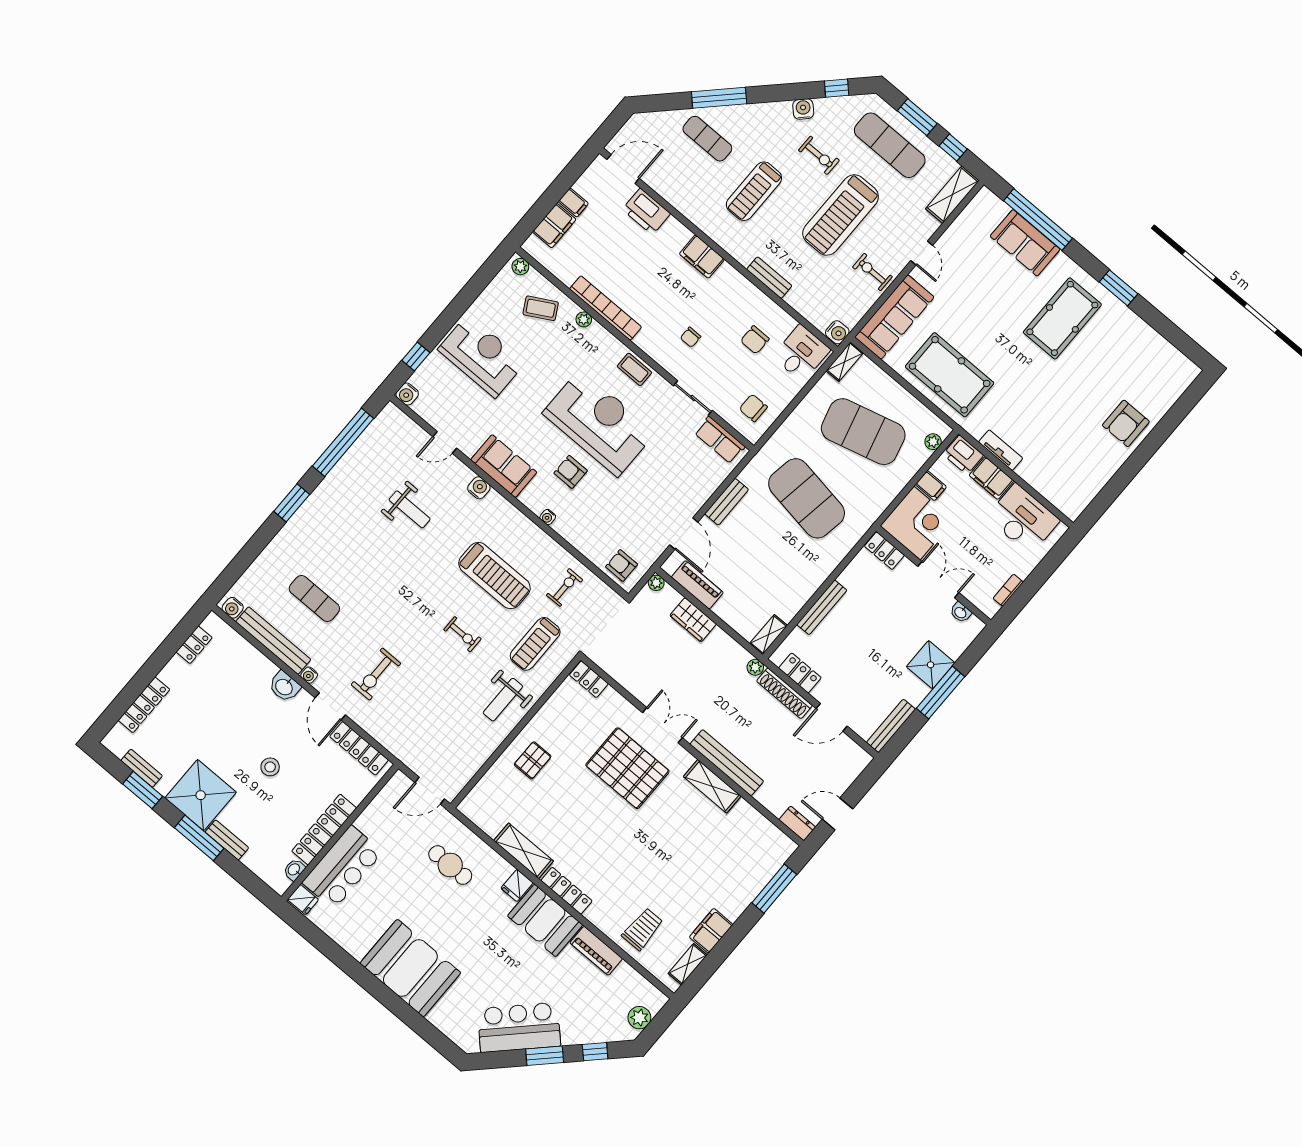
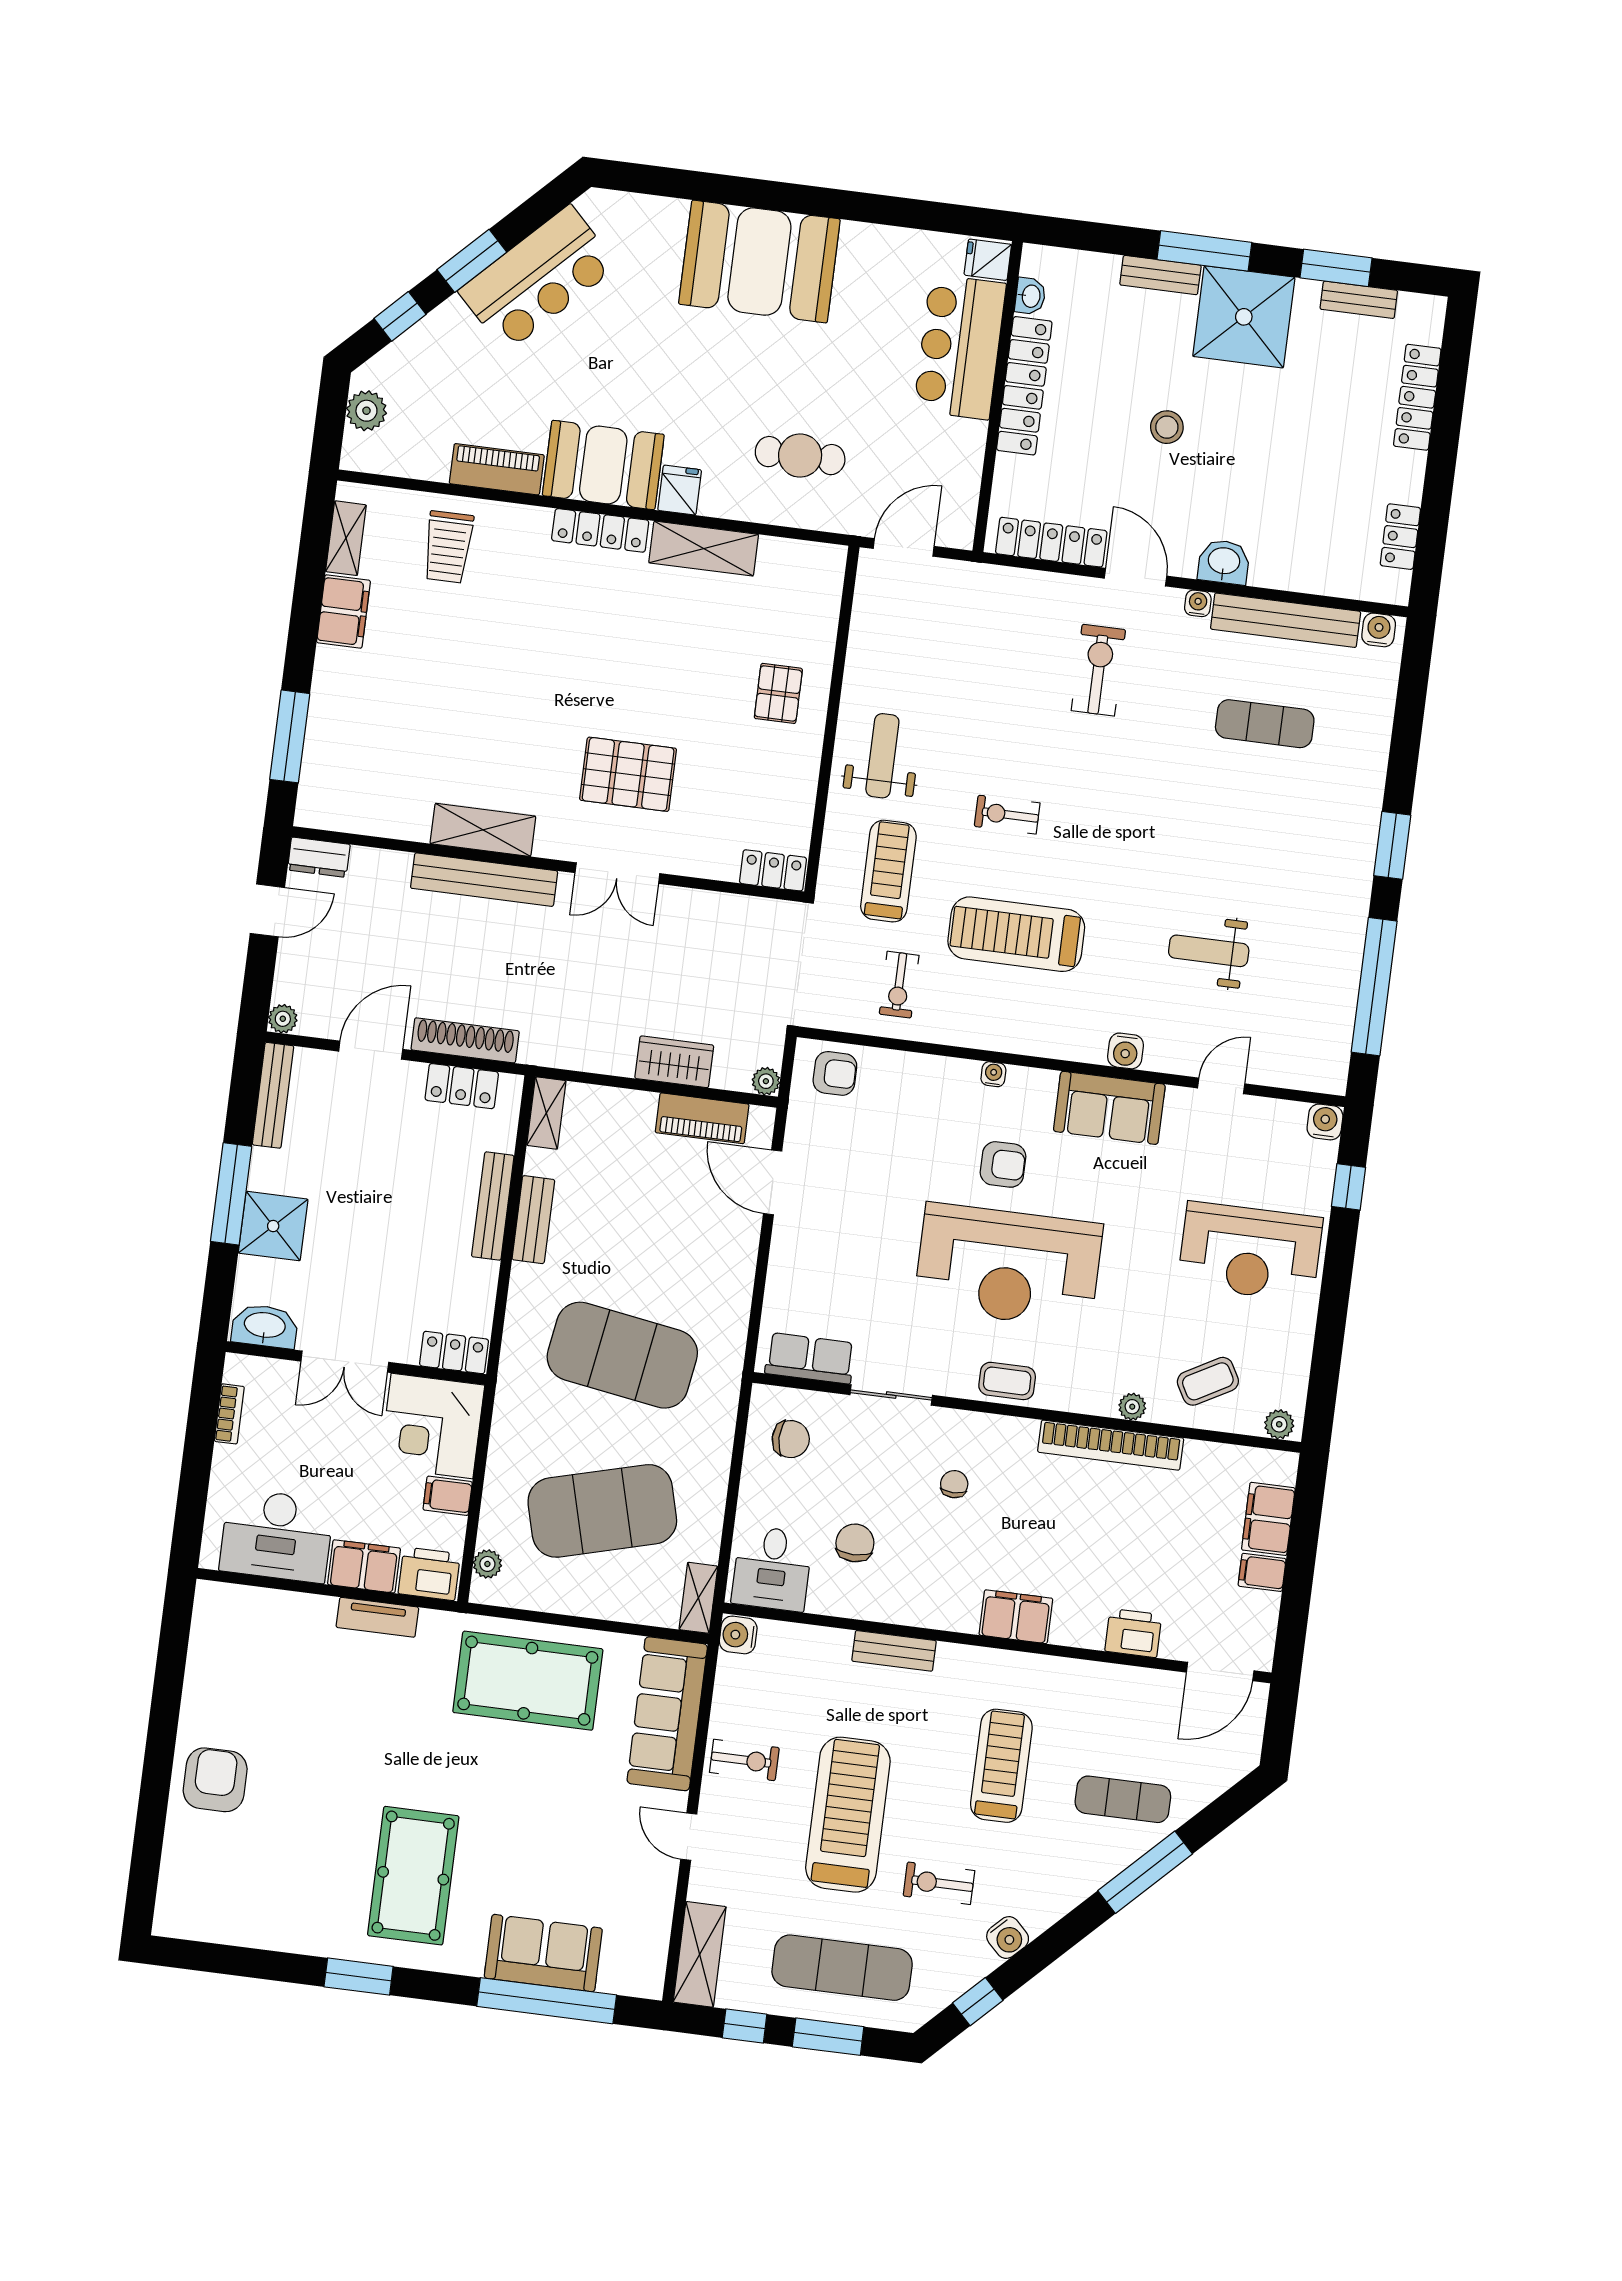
printer: (646, 211) -> (1133, 1633), width x0.73, depth x0.84
bench: (727, 502) -> (533, 1220), moved
washbasin: (961, 612) -> (265, 1326), width x1.91, depth x1.45
plant: (755, 667) -> (283, 1019), moved
pallet: (627, 768) -> (628, 774), width x0.73, depth x0.71

